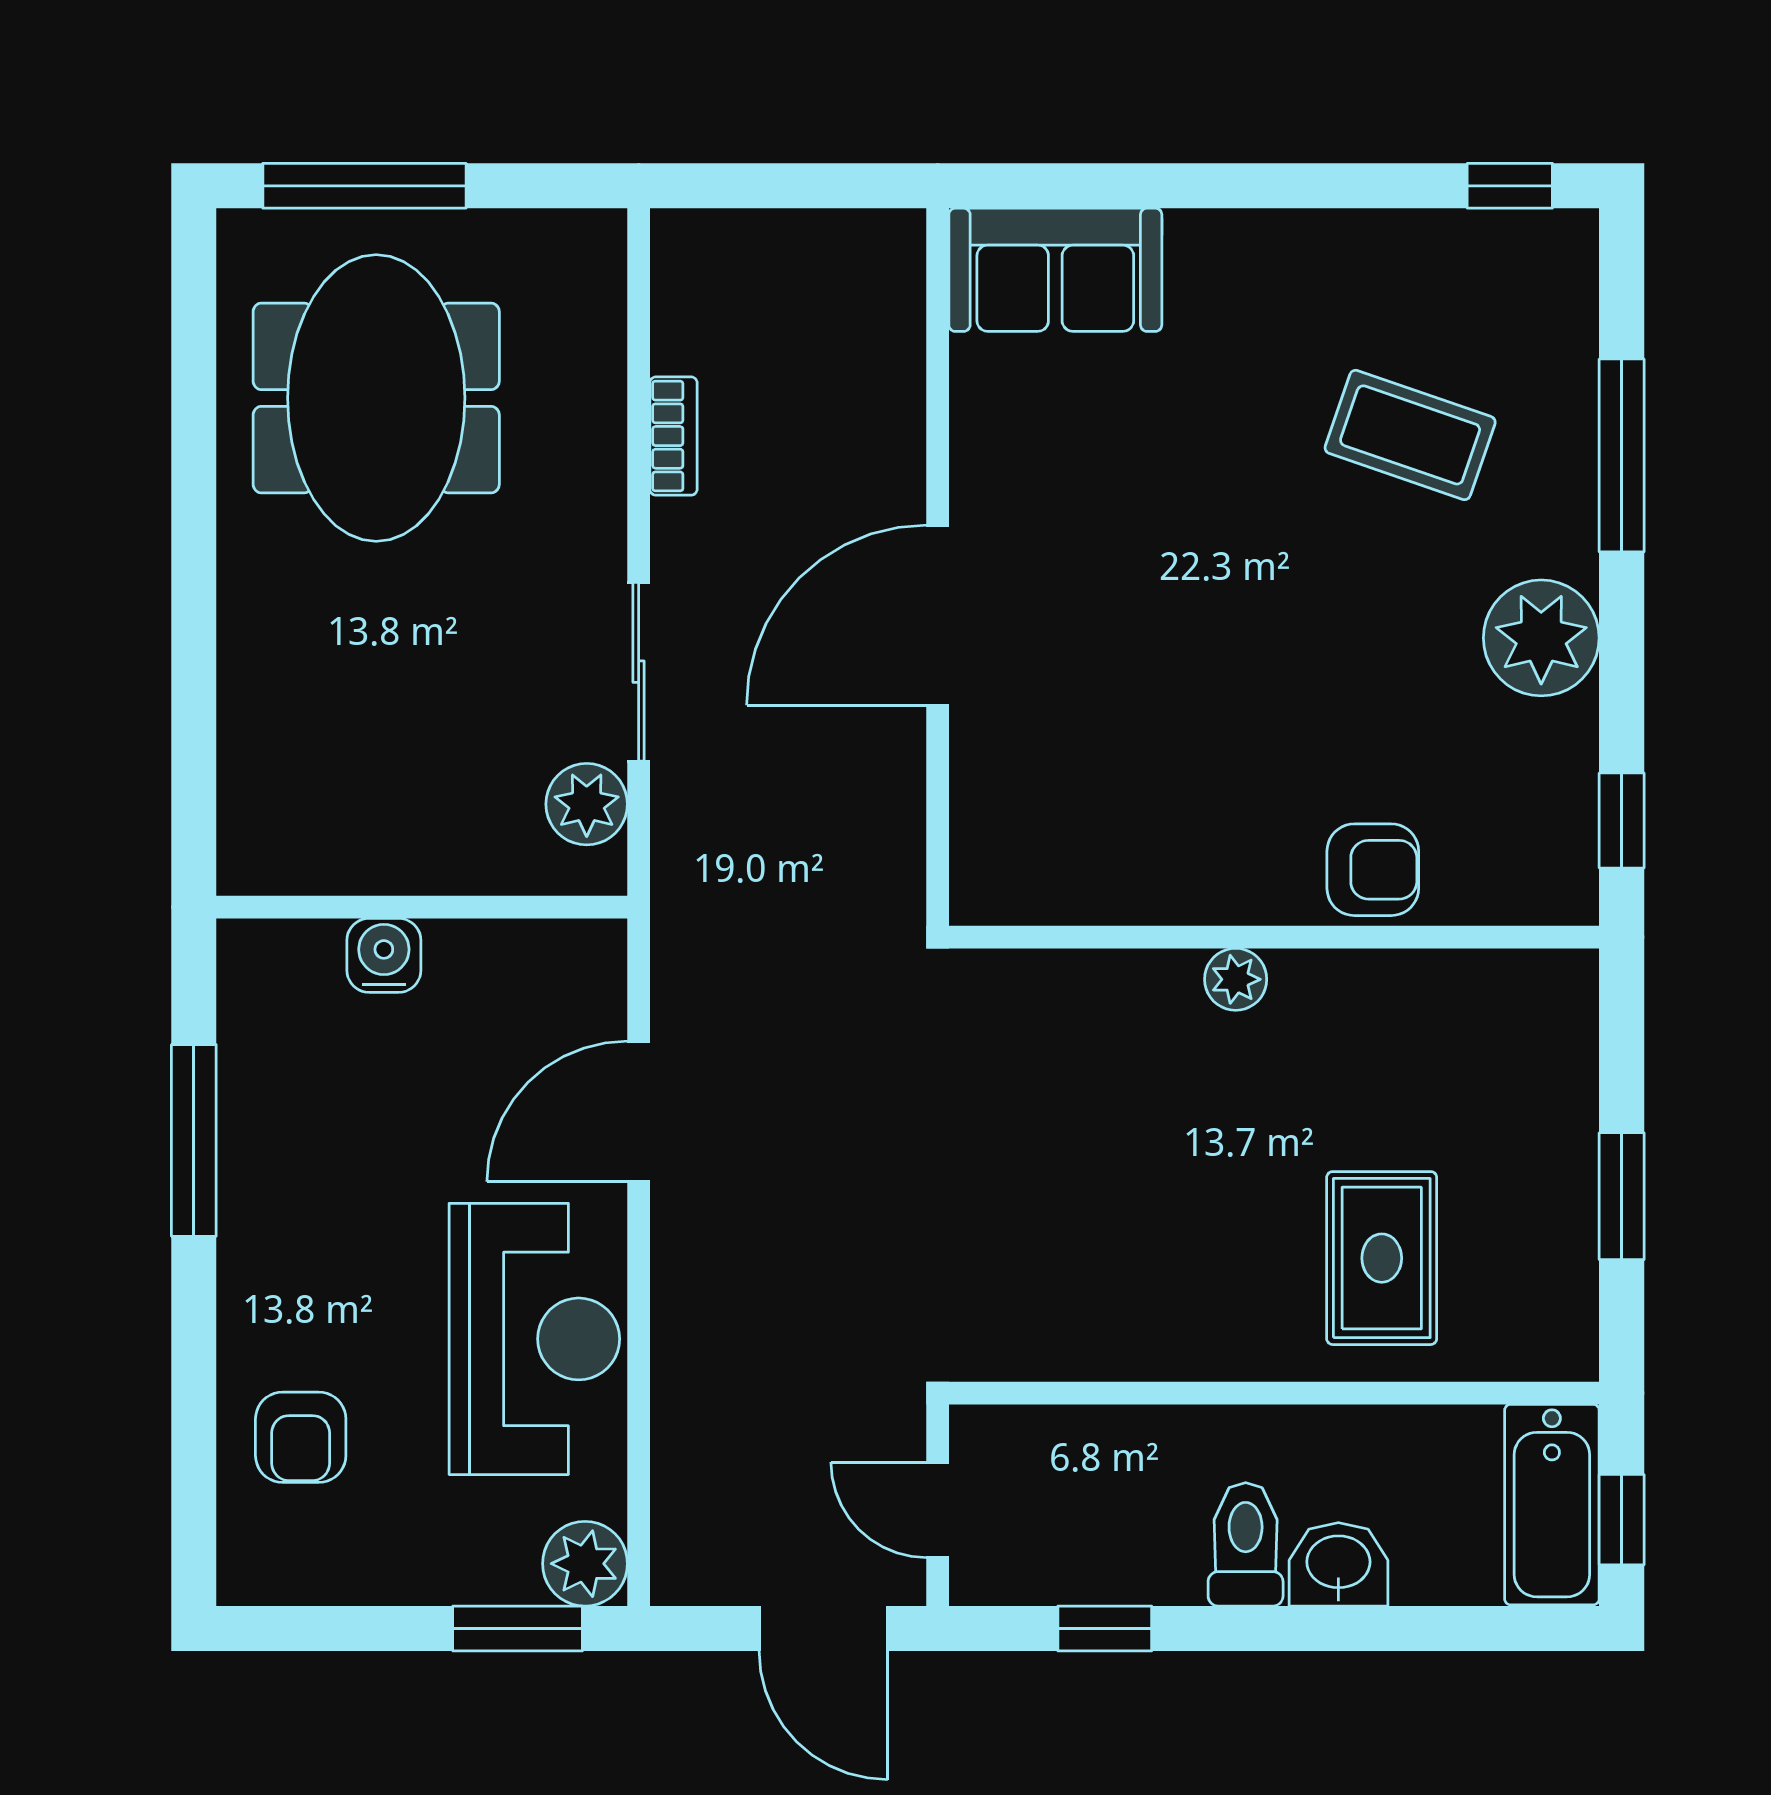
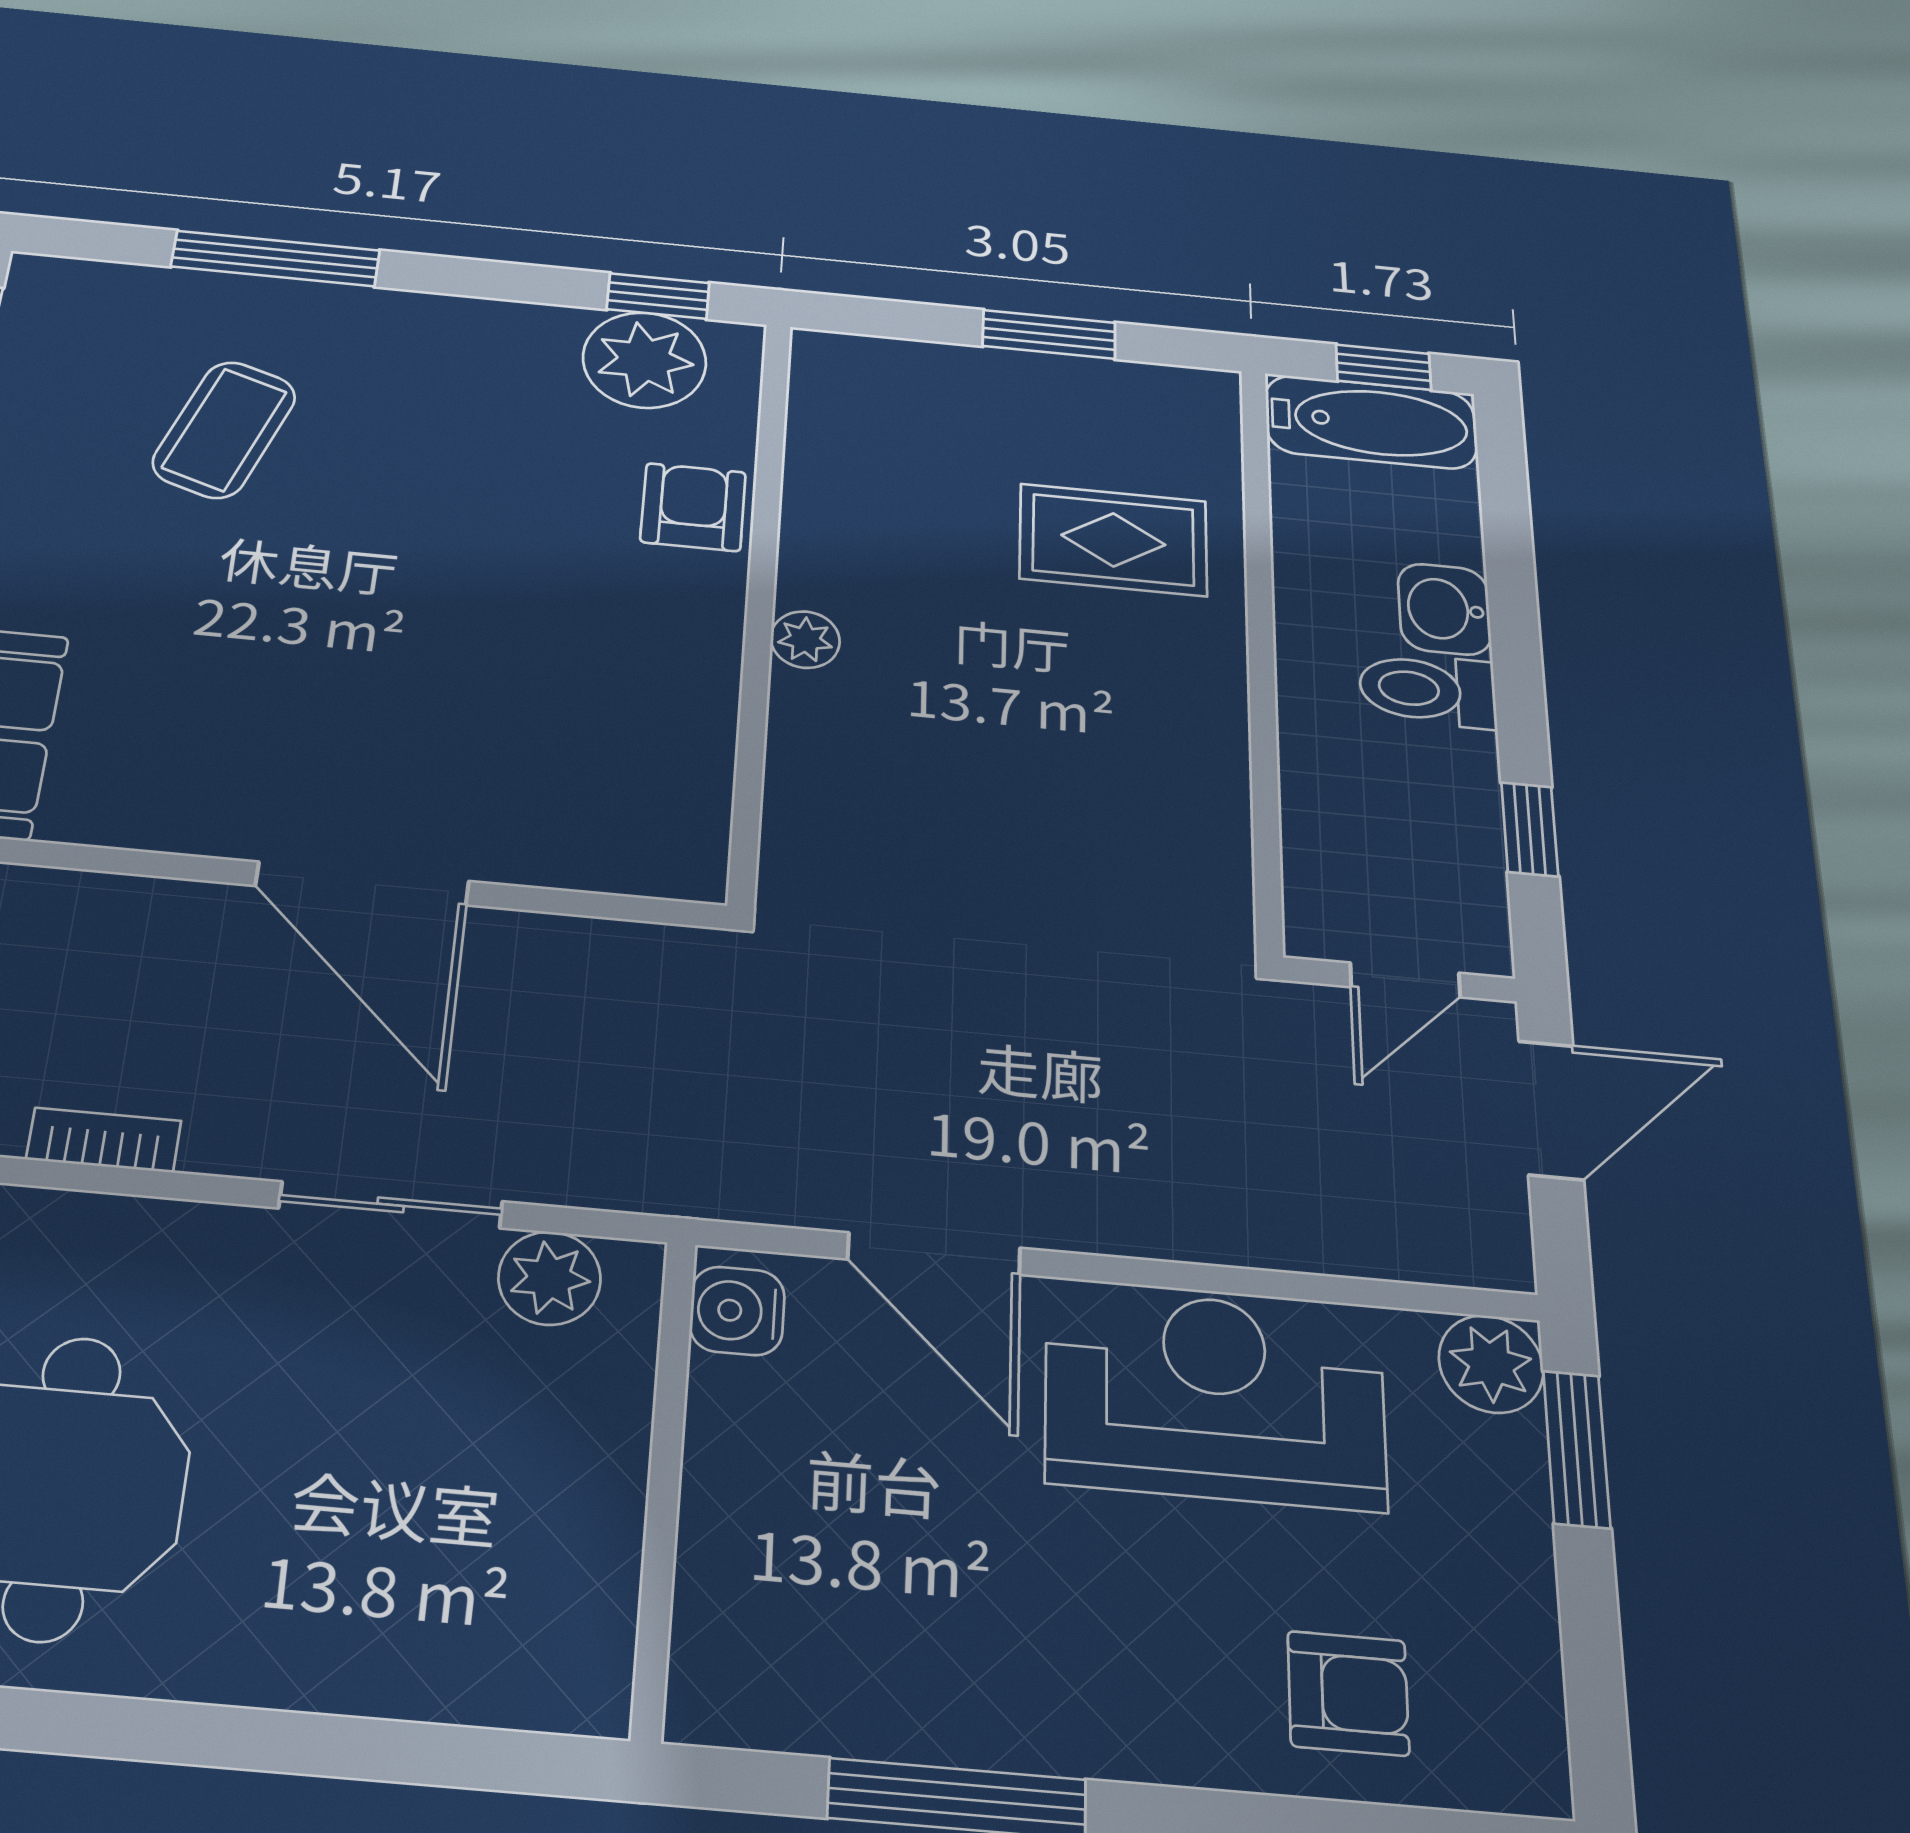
plant: (1541, 638) -> (644, 360), moved
water cooler: (384, 955) -> (737, 1311), moved

